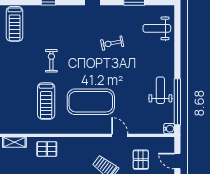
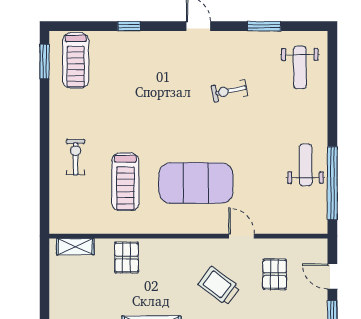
weight bench: (157, 28) -> (300, 67), turned -90
exercise bike: (51, 61) -> (76, 157), moved
water cooler: (169, 129) -> (319, 226), removed
pallet: (47, 149) -> (127, 258), turned 90

